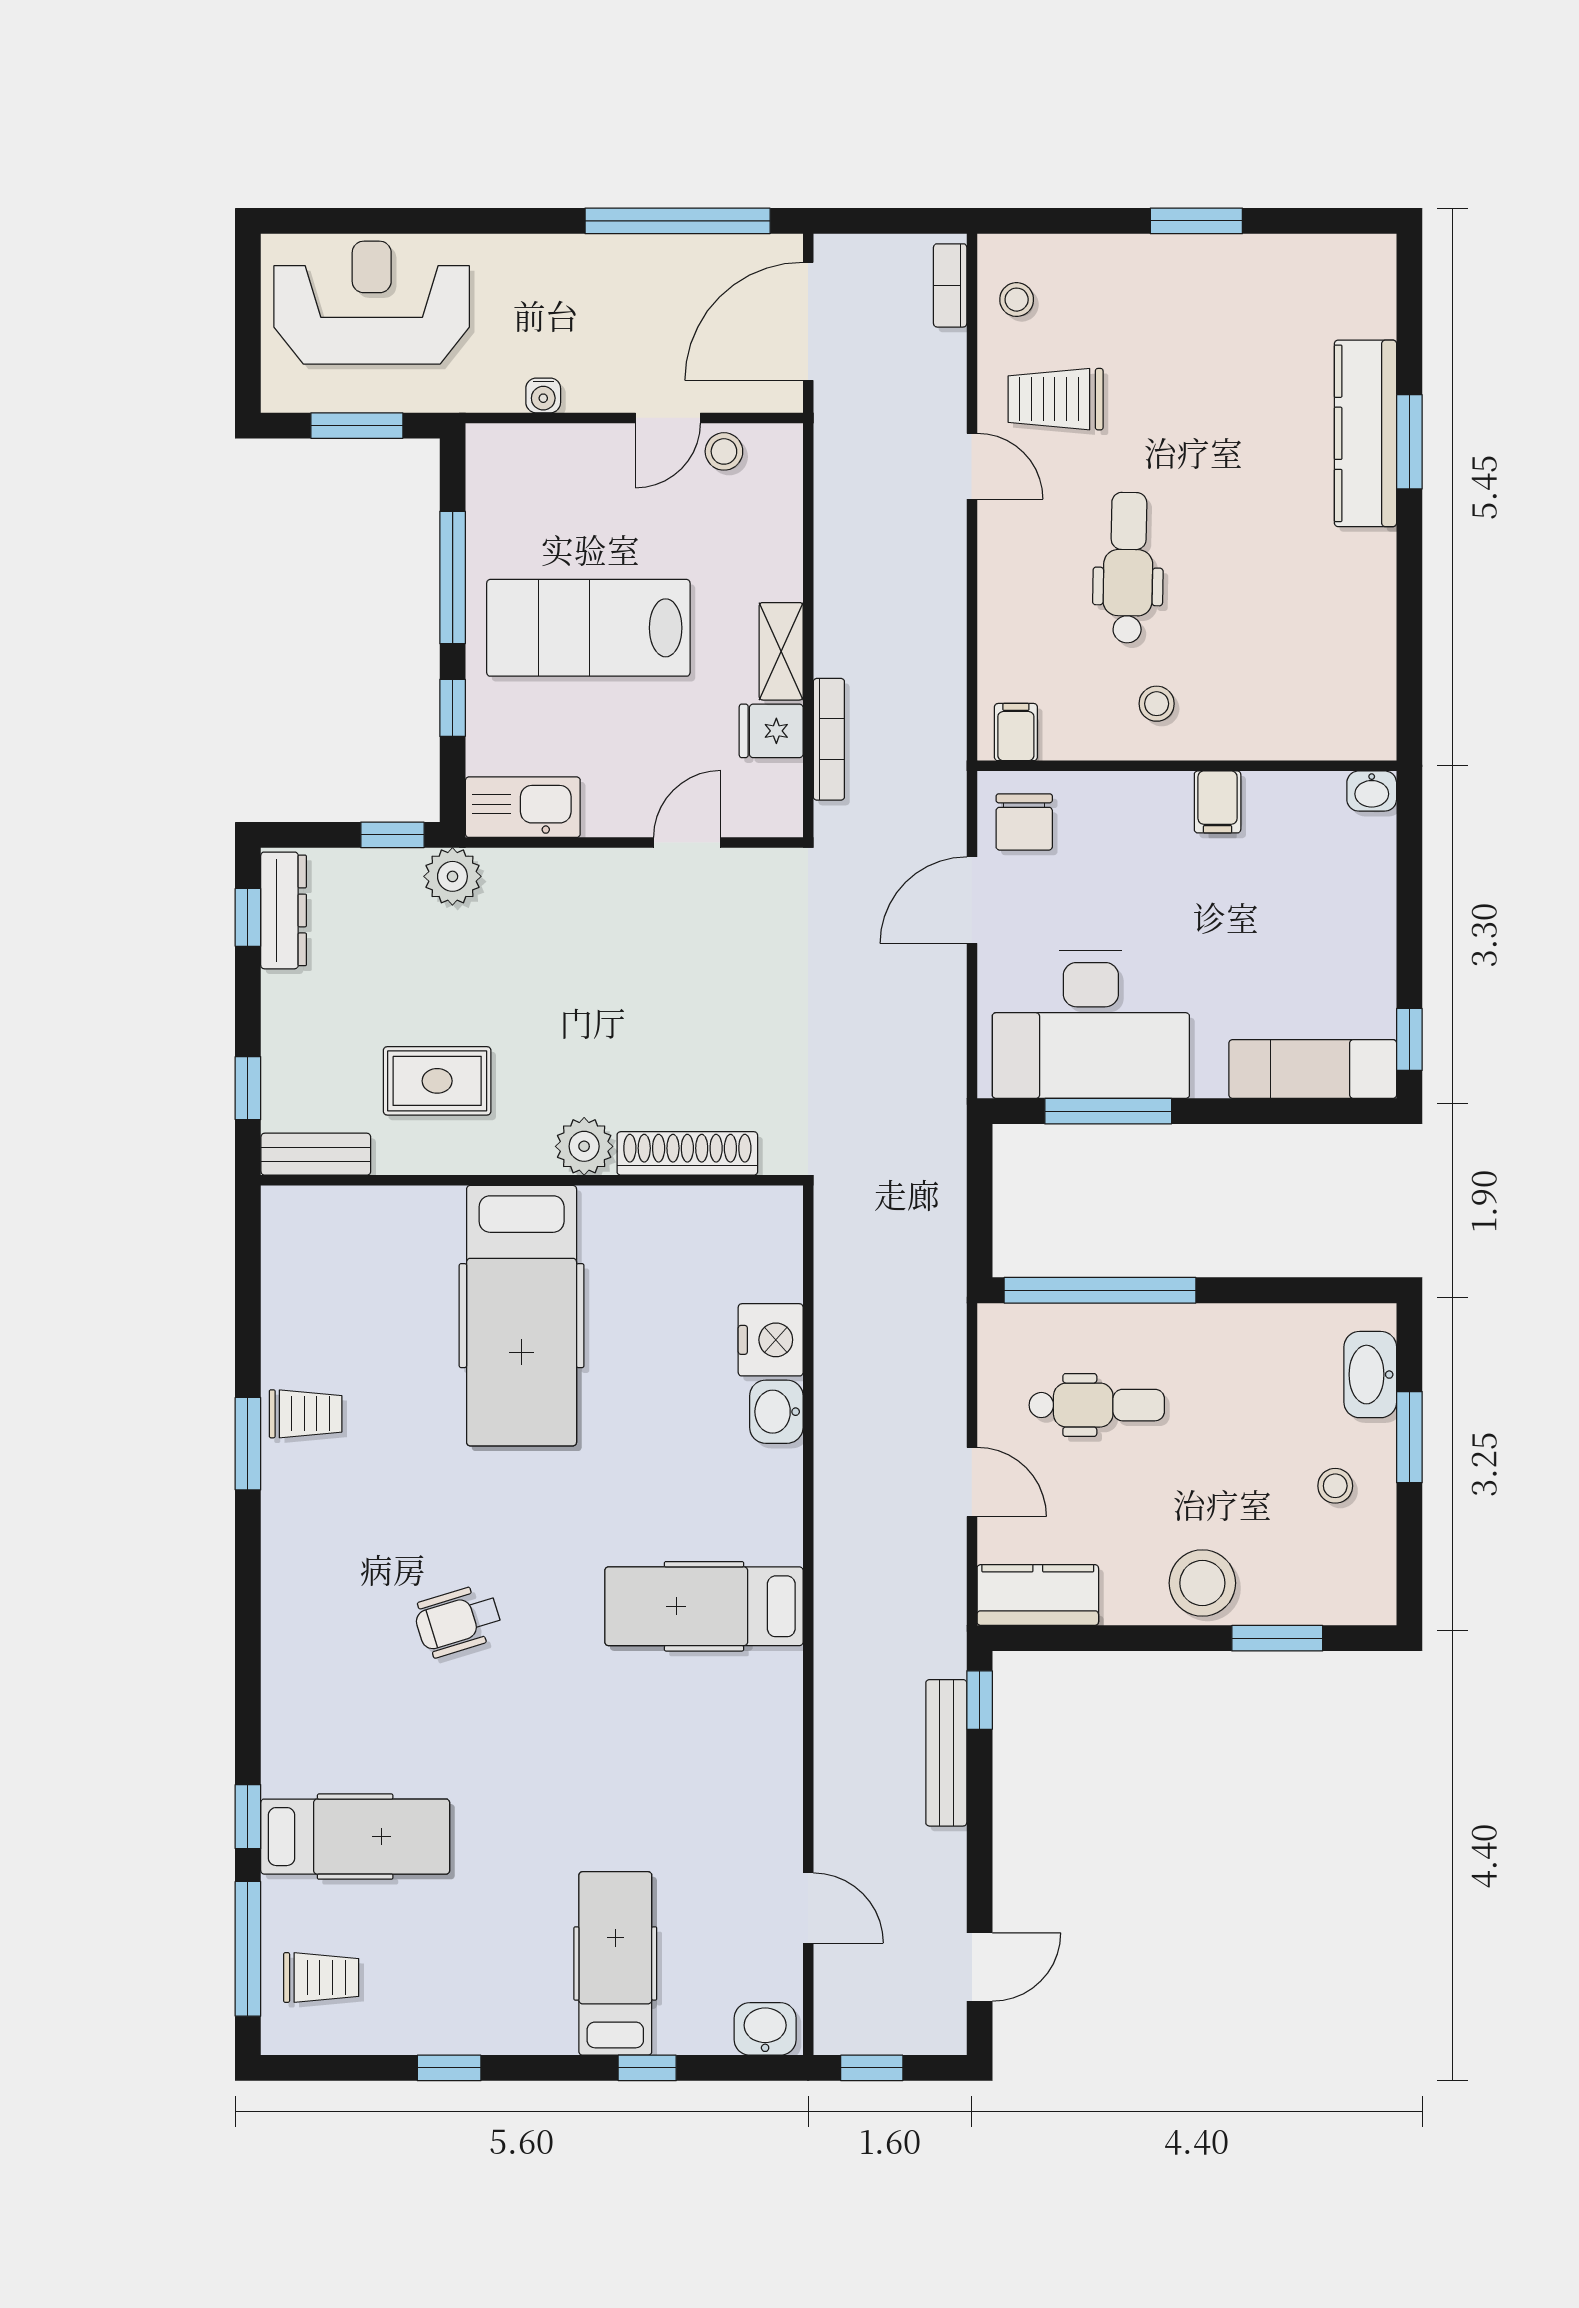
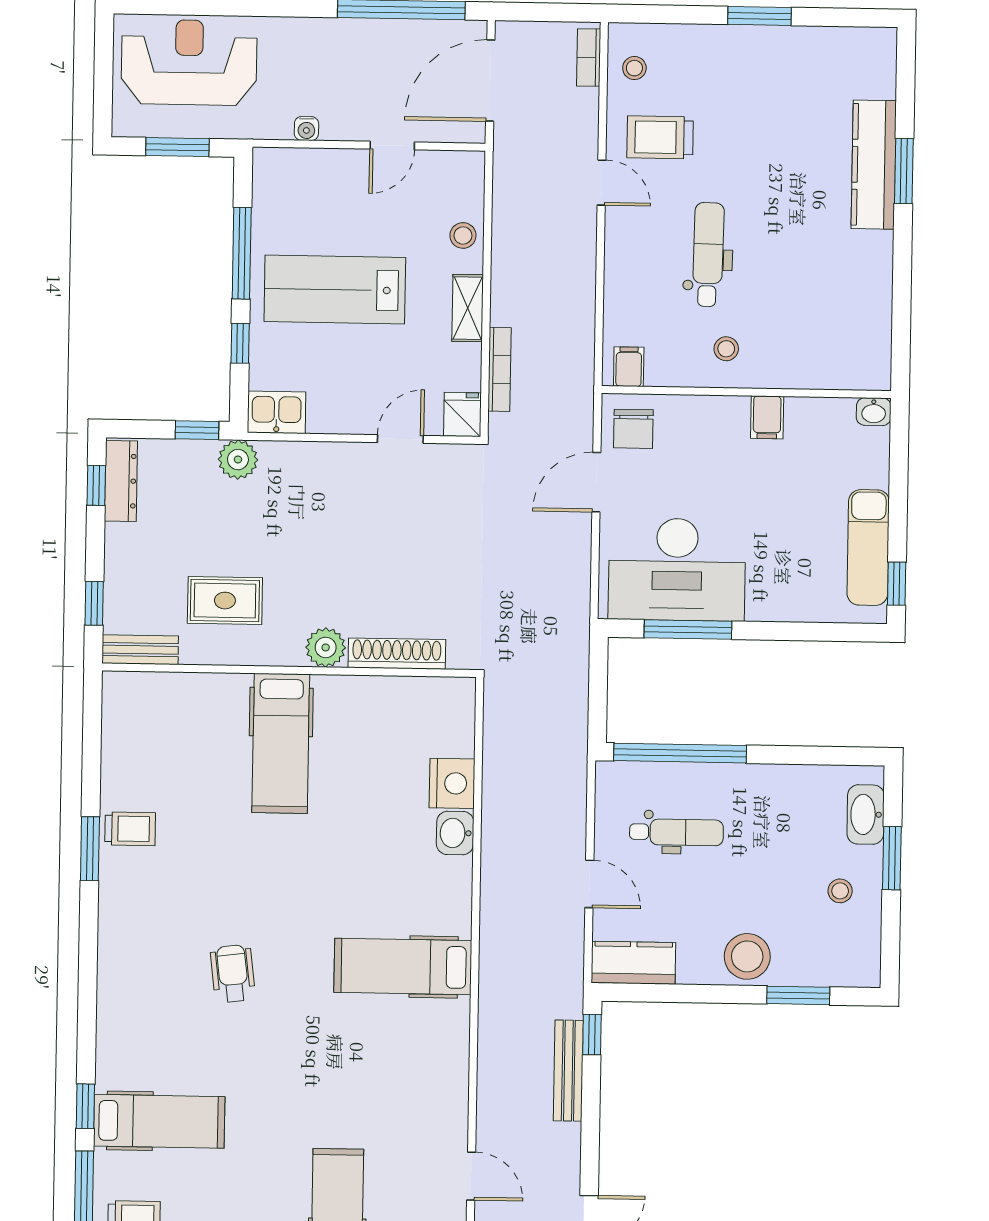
stool: (724, 451) -> (463, 235), moved
fridge: (771, 731) -> (462, 415), moved, turned 90
kitchen sink: (523, 807) -> (277, 412), width x0.73
exam couch: (1313, 1069) -> (868, 548), moved, turned -90
hospital bed: (522, 1316) -> (281, 743), width x0.73, depth x0.78
wheelchair: (458, 1621) -> (233, 974), turned 100

